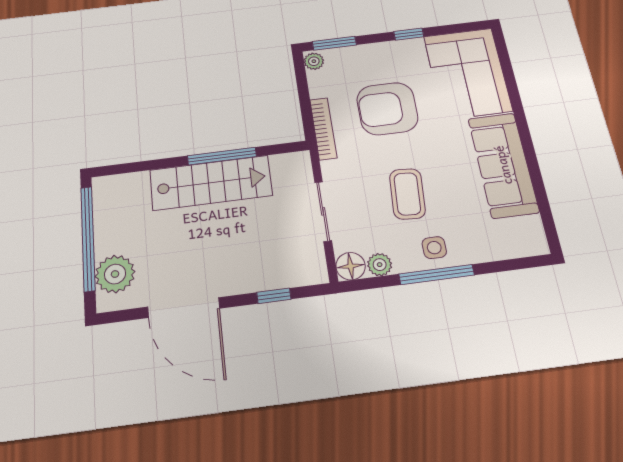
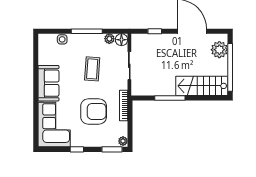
sofa: (503, 165) -> (48, 83), width x0.73
stairs: (211, 183) -> (202, 86), moved
side table: (434, 248) -> (62, 39), moved

